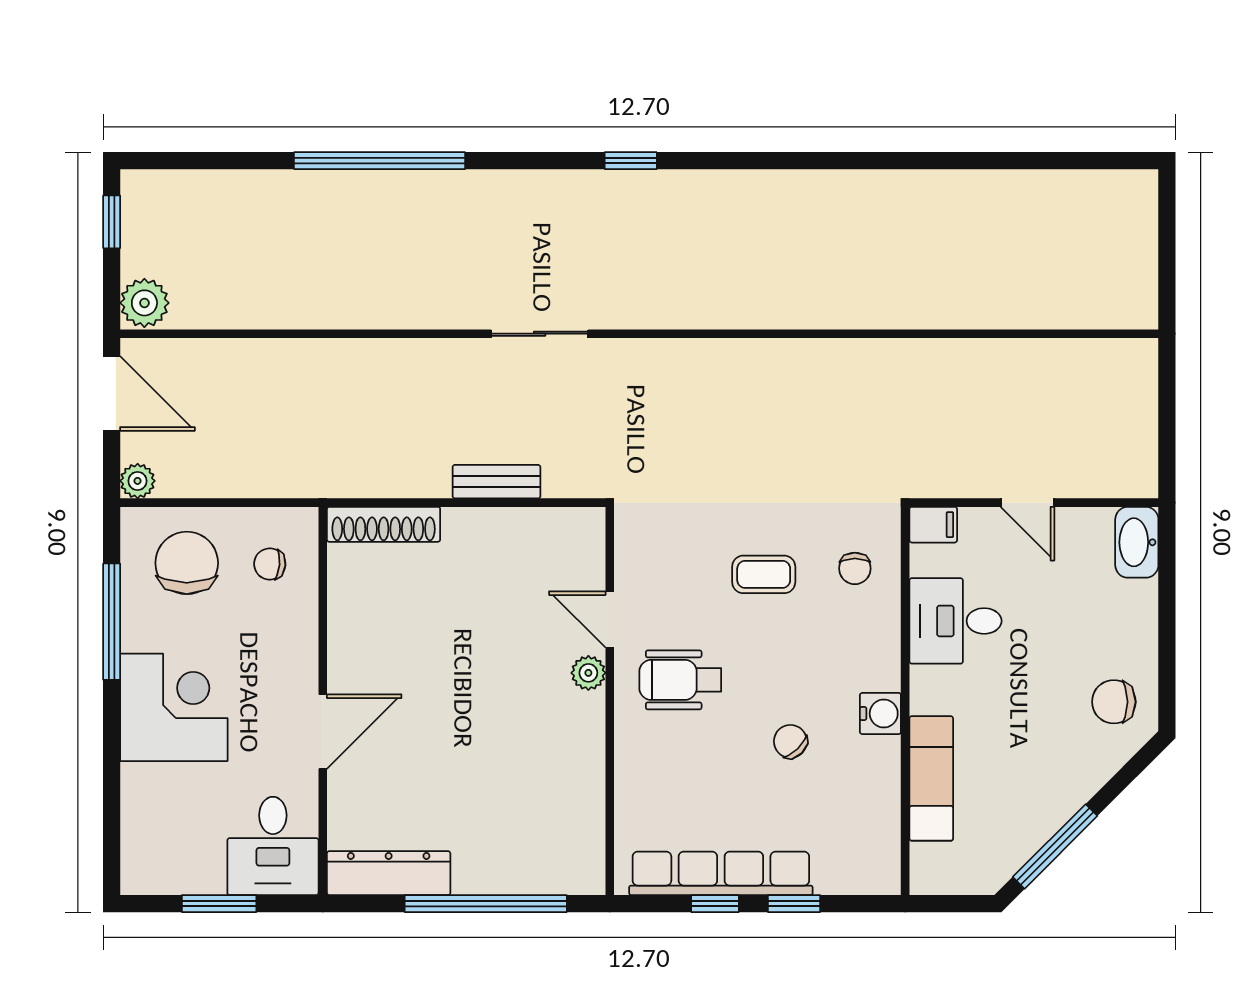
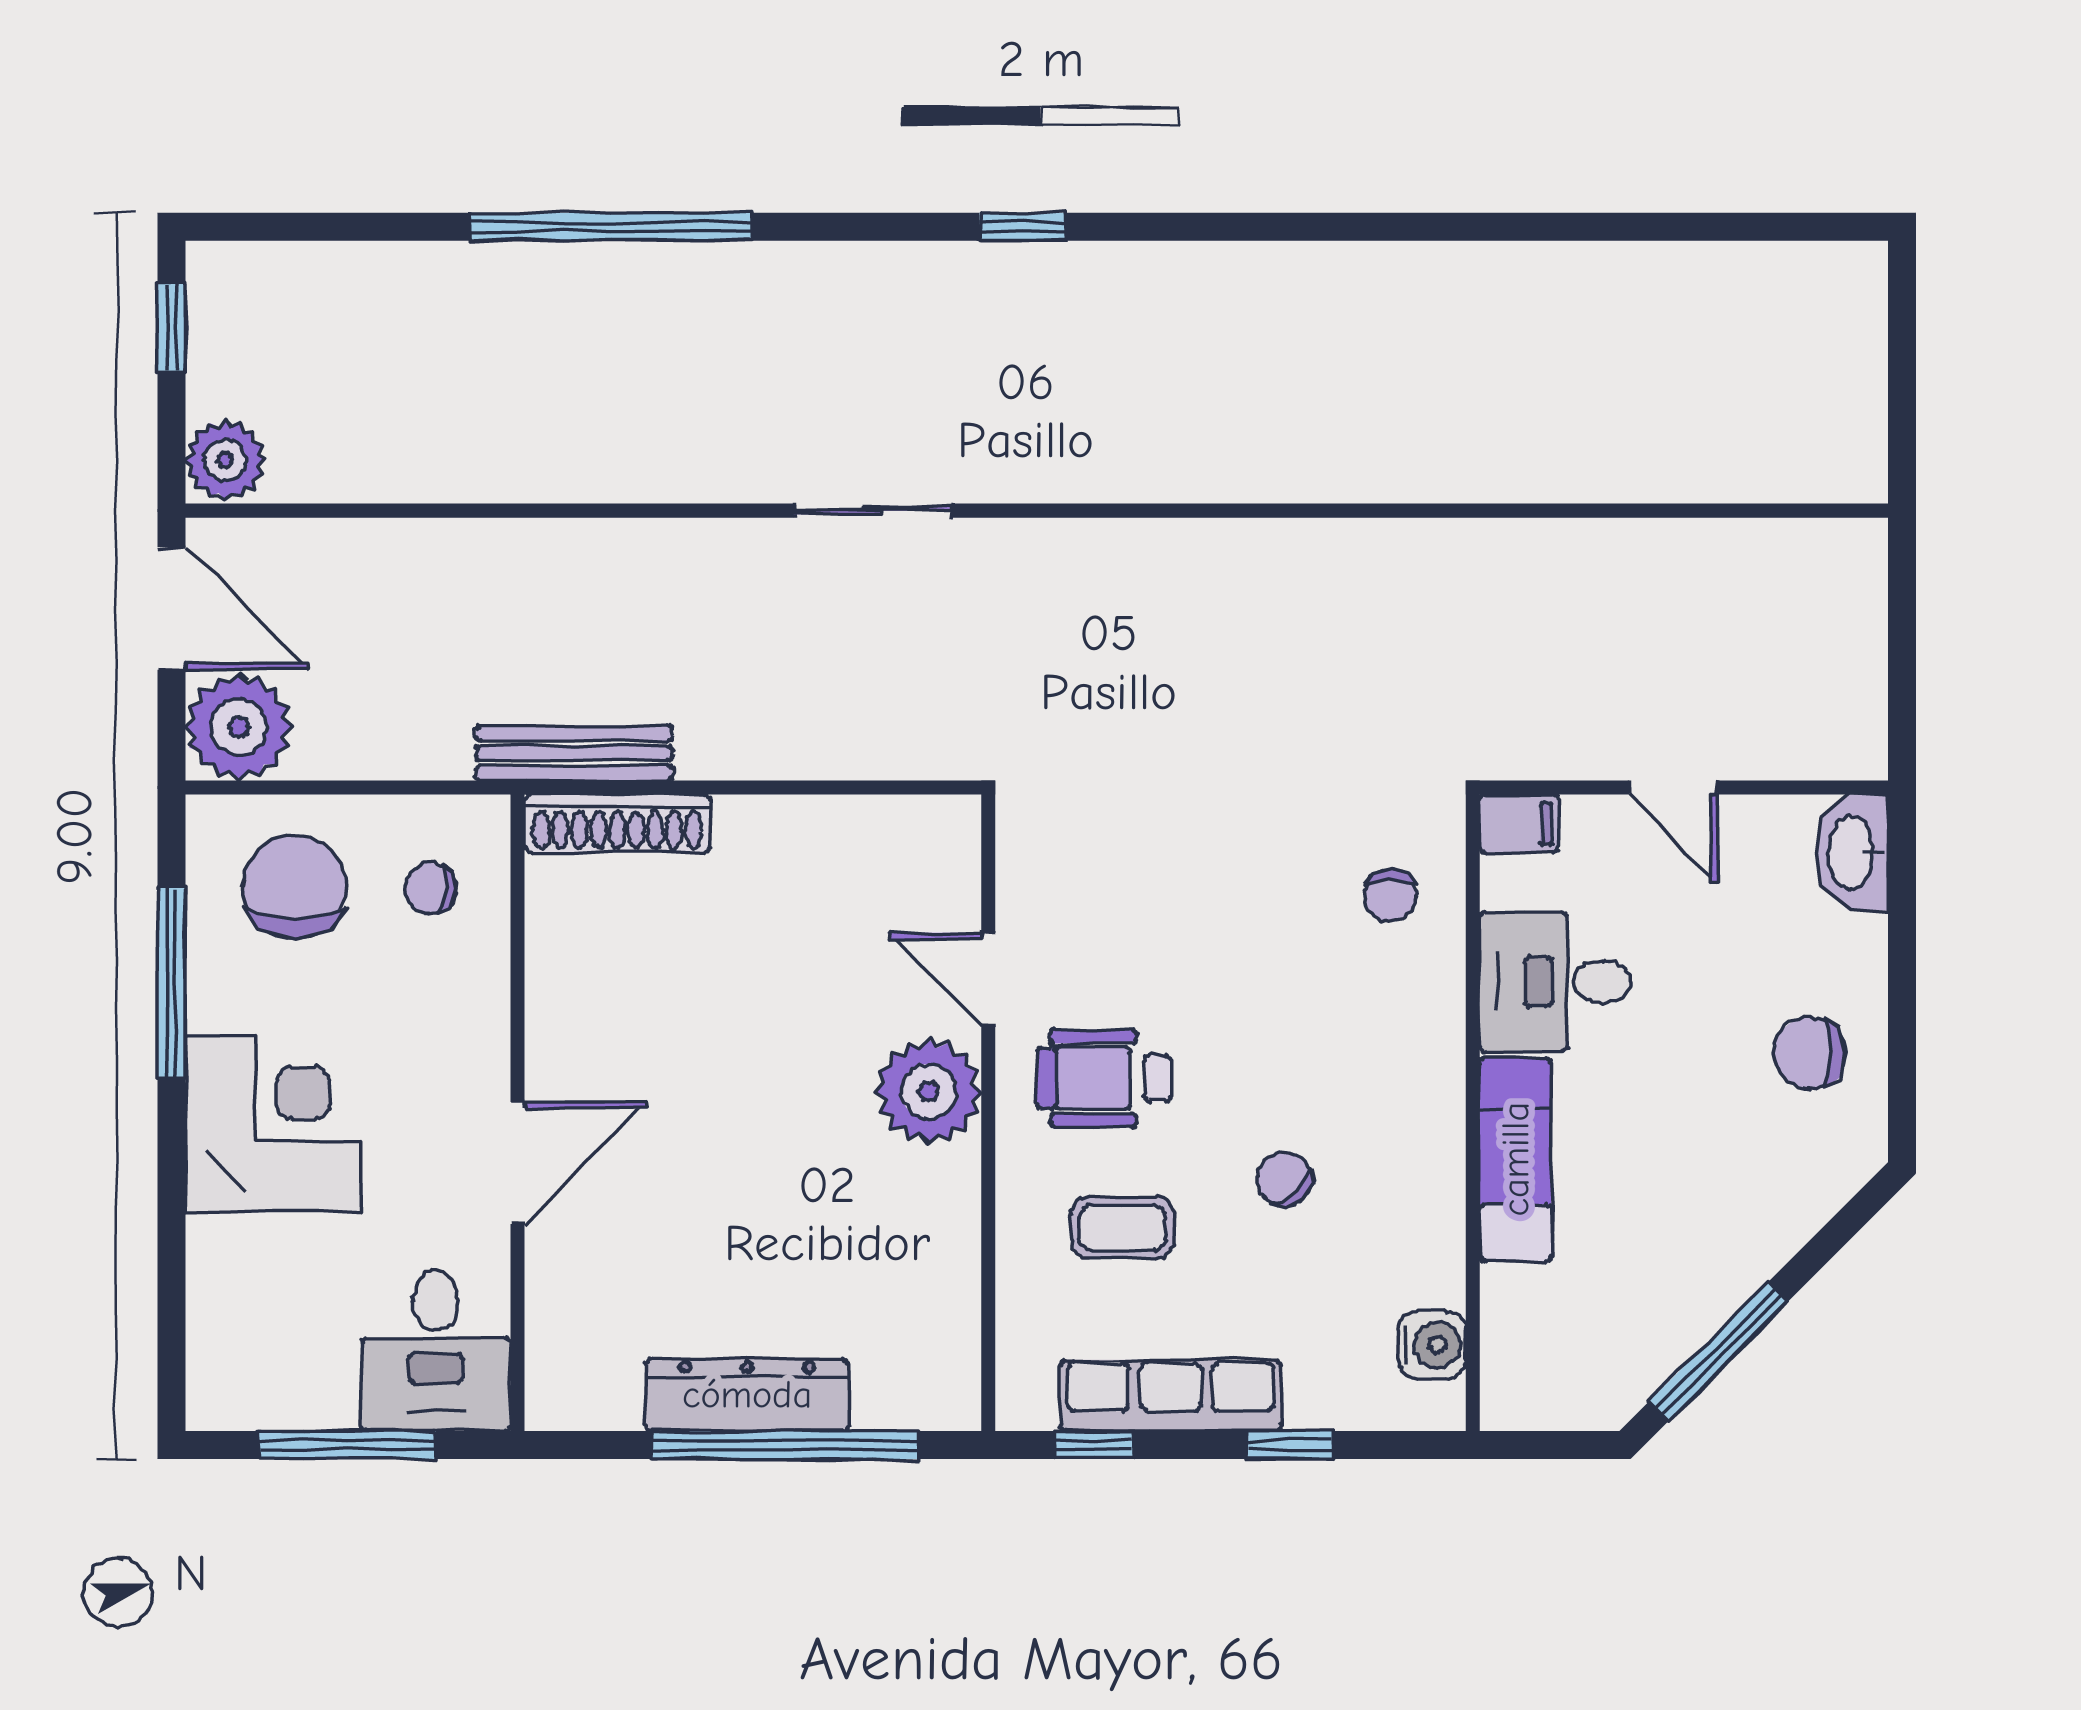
plant: (138, 481) -> (239, 727), width x1.88, depth x1.88
bench: (496, 482) -> (574, 753), moved, width x1.36
coffee table: (764, 574) -> (1122, 1228), moved
plant: (588, 673) -> (929, 1091), width x1.88, depth x1.88
chair: (1114, 702) -> (1809, 1053), moved
water cooler: (880, 714) -> (1432, 1345), moved
exam couch: (931, 778) -> (1516, 1159), moved
dresser: (389, 873) -> (747, 1395), moved
row of seats: (721, 873) -> (1170, 1396), width x0.73
window: (219, 904) -> (348, 1445), width x1.44
window: (715, 904) -> (1094, 1445), moved

